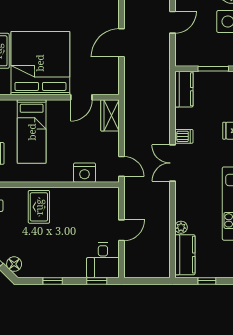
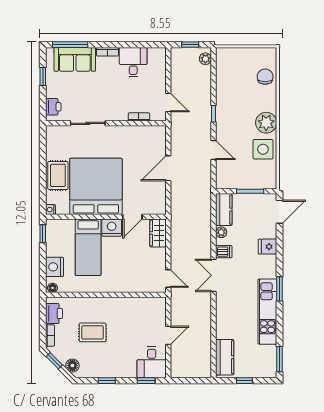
door: (172, 22) -> (214, 150), hinge flipped
nightstand: (85, 173) -> (112, 228), moved, turned 180
rug: (39, 207) -> (93, 332), moved, turned 90
plant: (181, 227) -> (221, 232), moved

